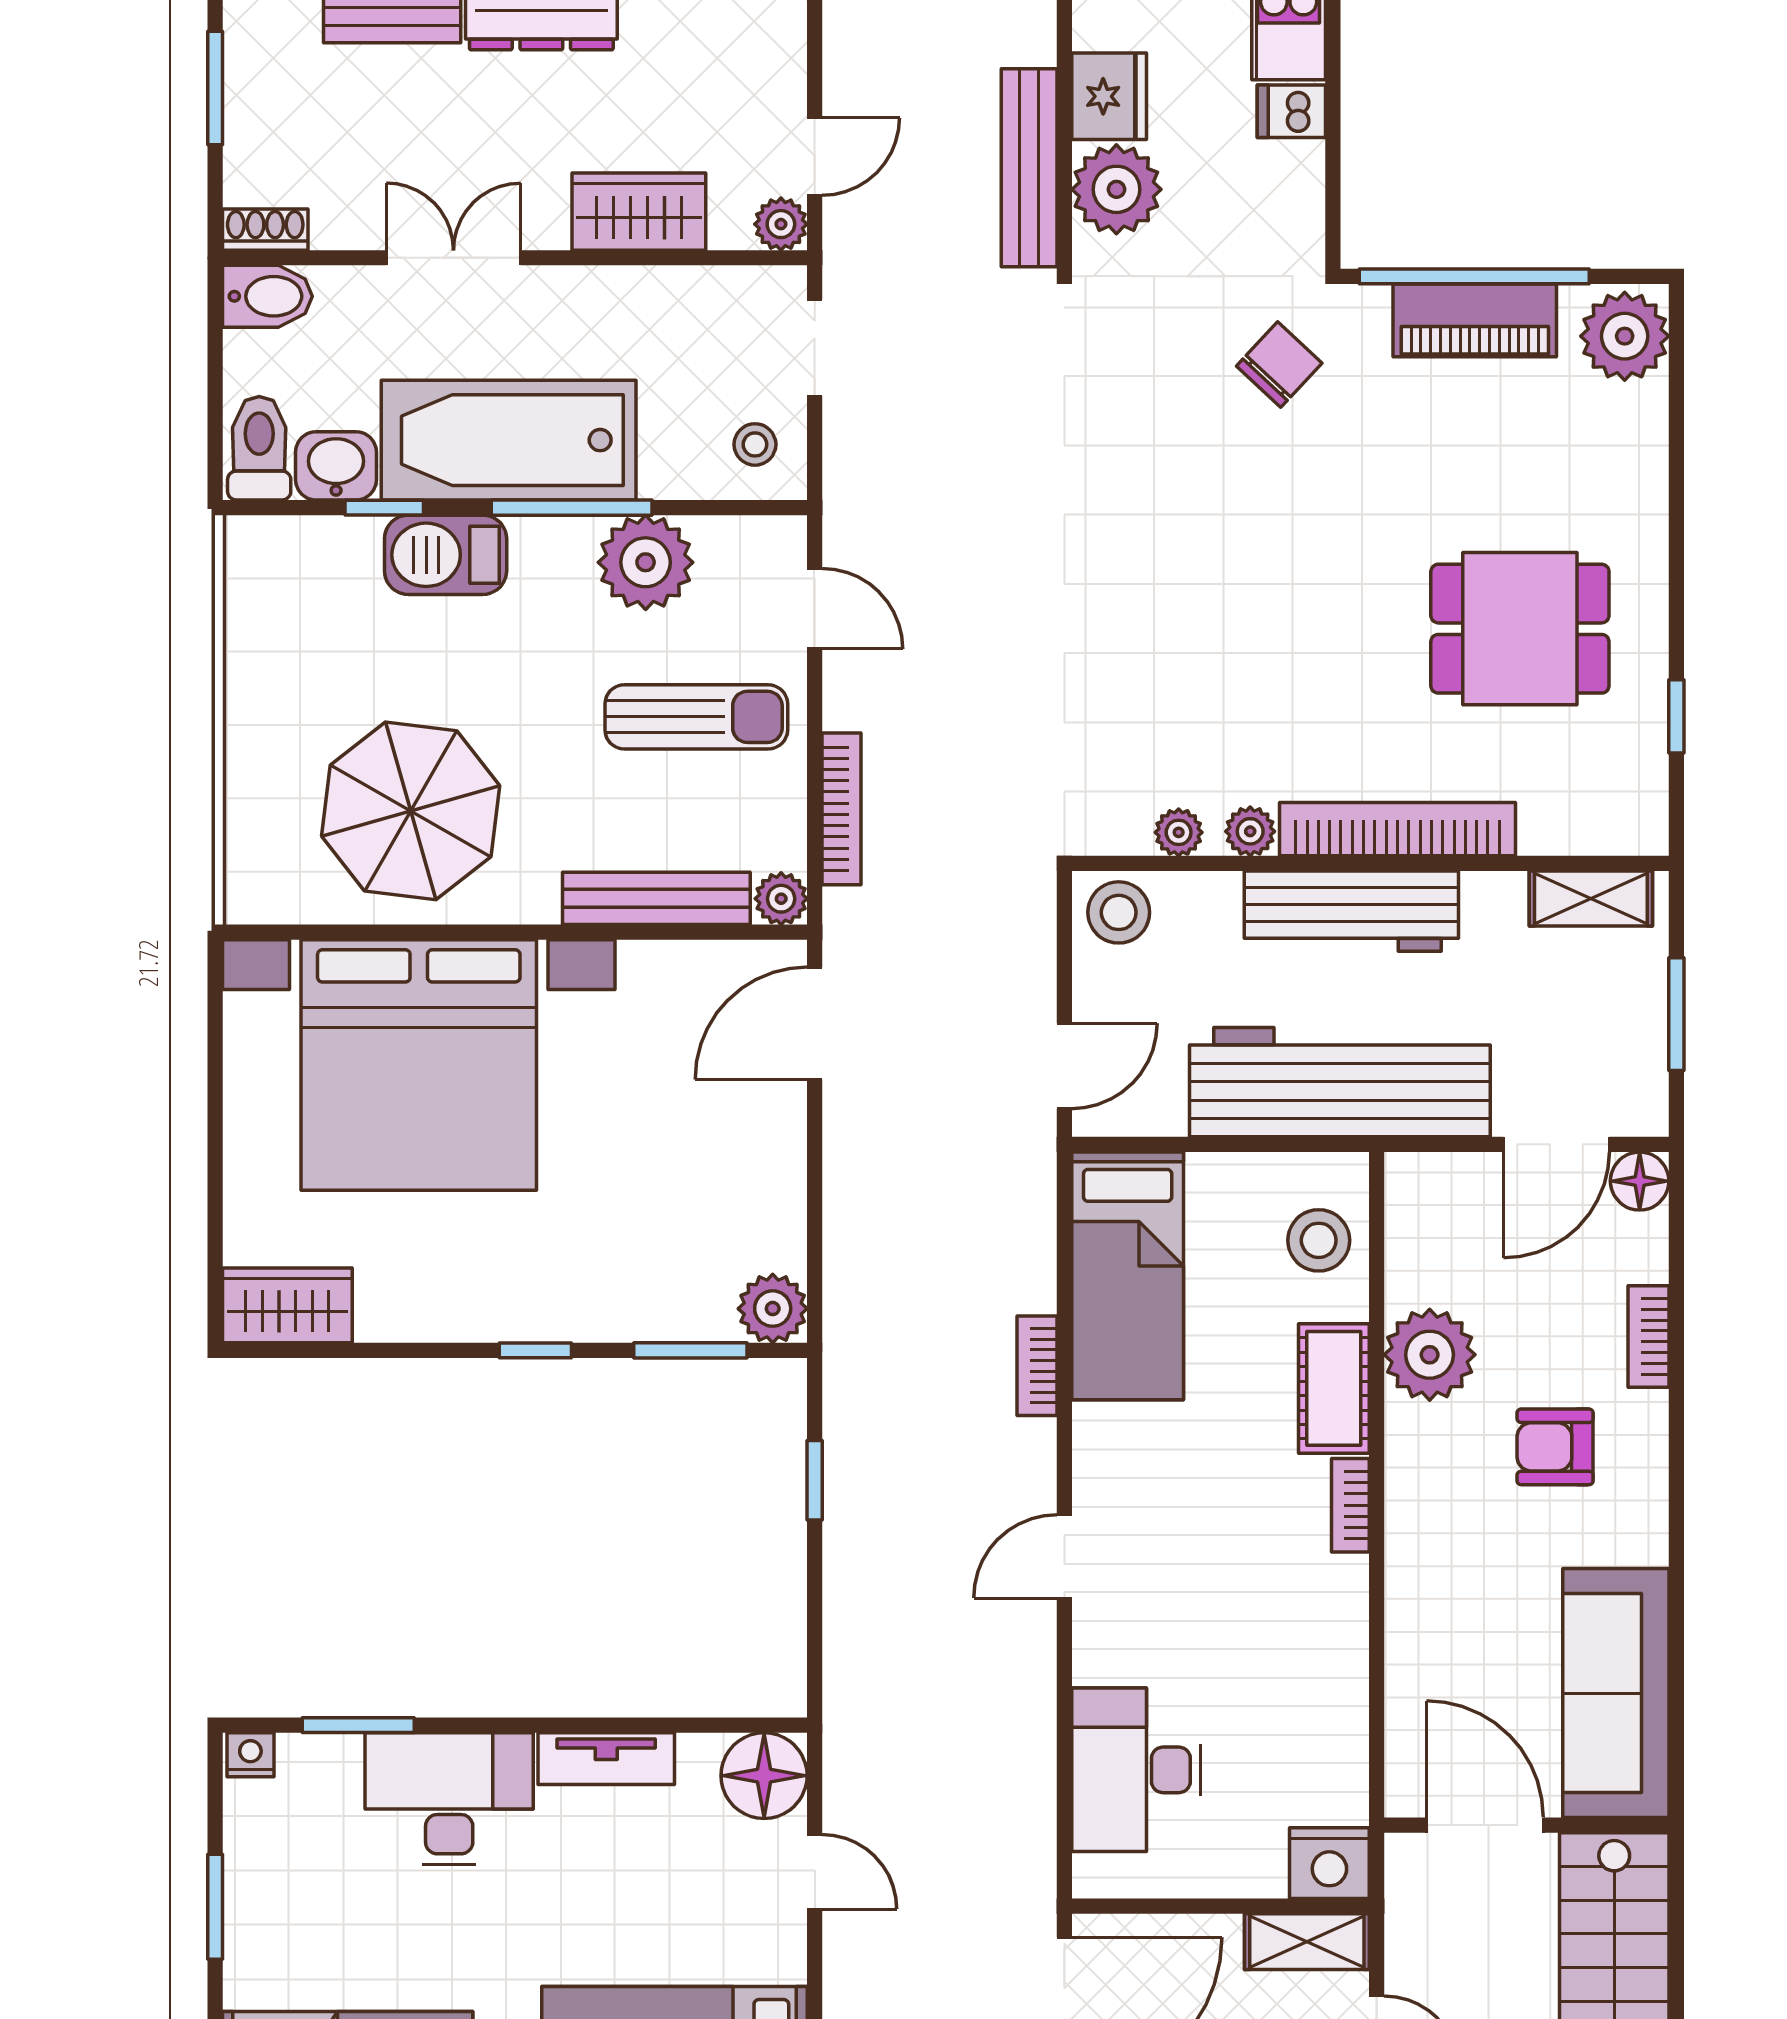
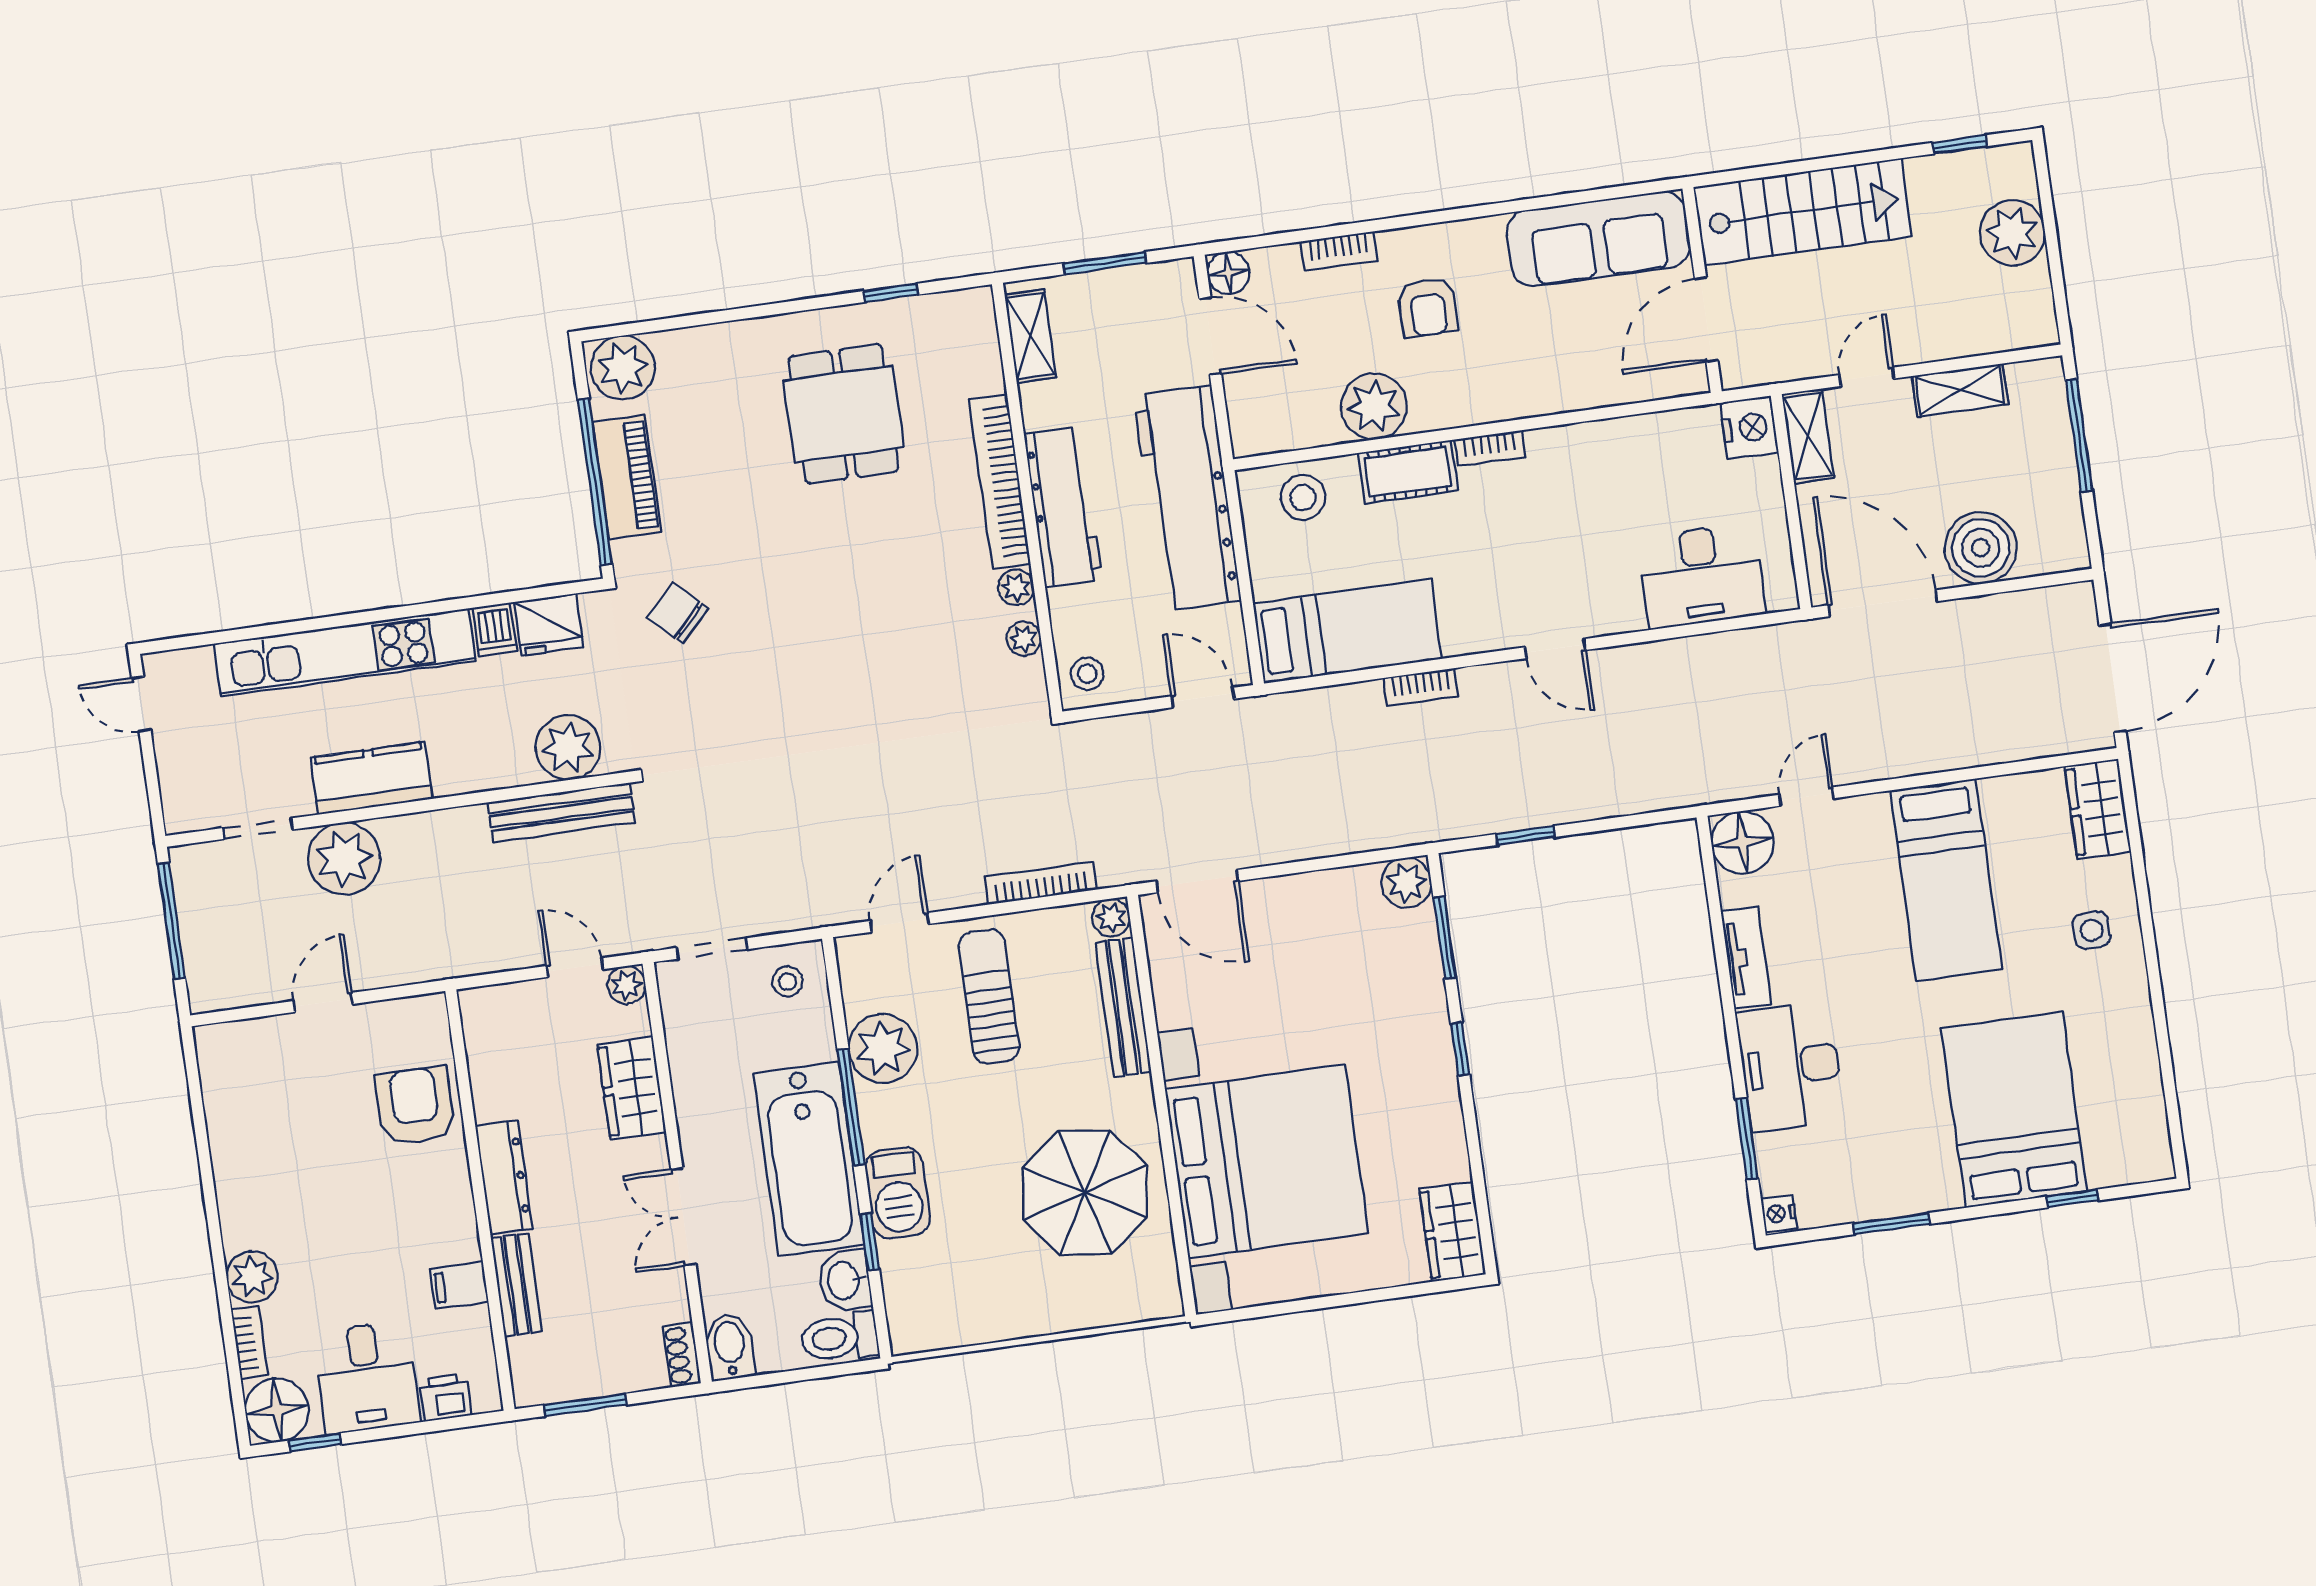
fridge: (1109, 96) -> (549, 625), moved, turned 180
stool: (1119, 912) -> (1087, 674), width x0.73, depth x0.73

